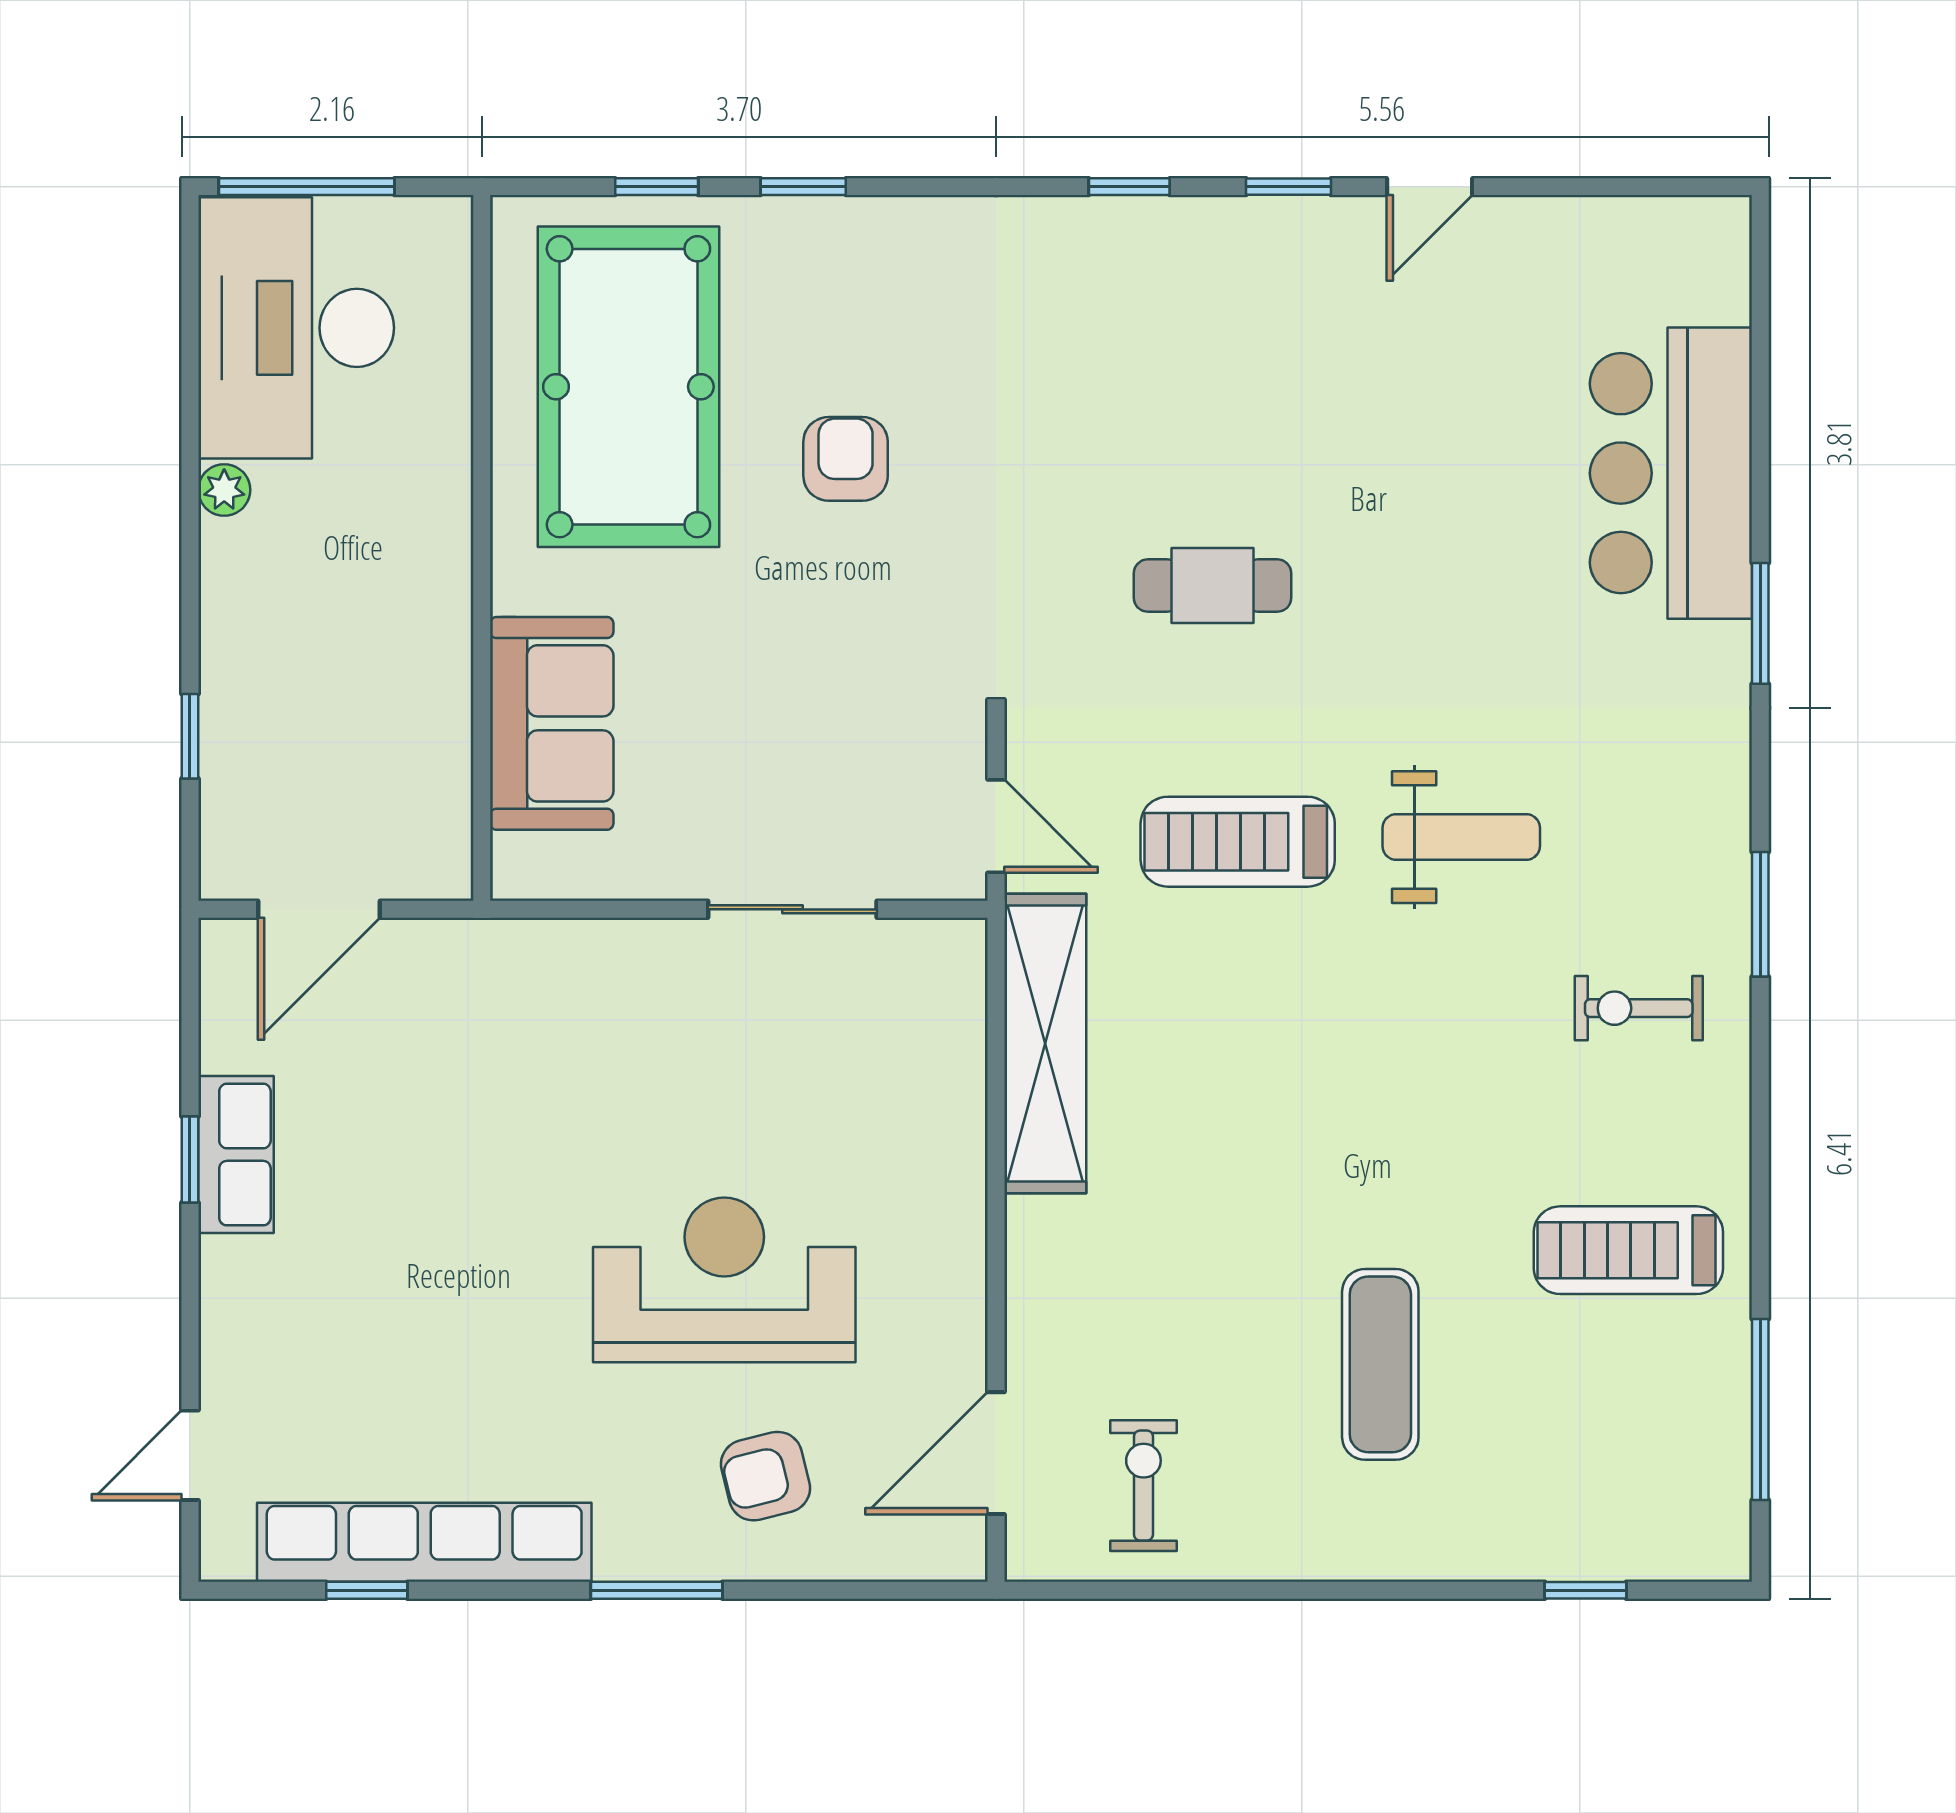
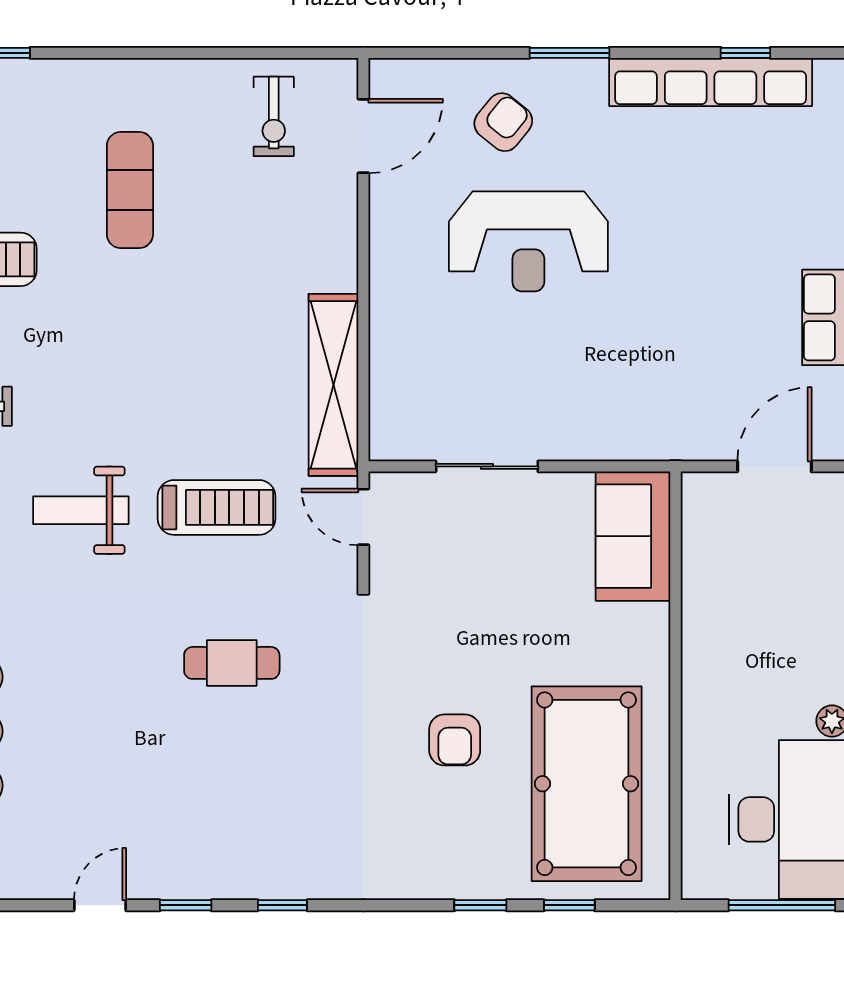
sofa: (552, 723) -> (633, 536), moved
armchair: (765, 1476) -> (503, 122), turned -37

